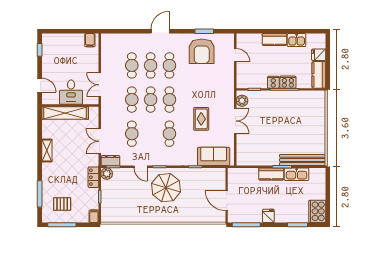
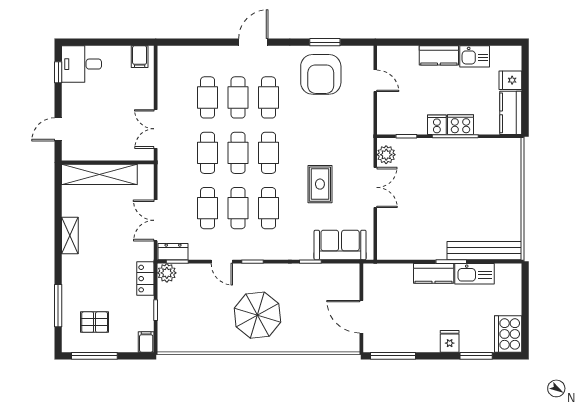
door: (40, 85) -> (58, 129), swing flipped
desk: (71, 92) -> (81, 64), moved, turned 90
cafe table: (151, 134) -> (238, 208), added
parasol: (166, 188) -> (257, 315), moved
fridge: (268, 216) -> (450, 341), moved

